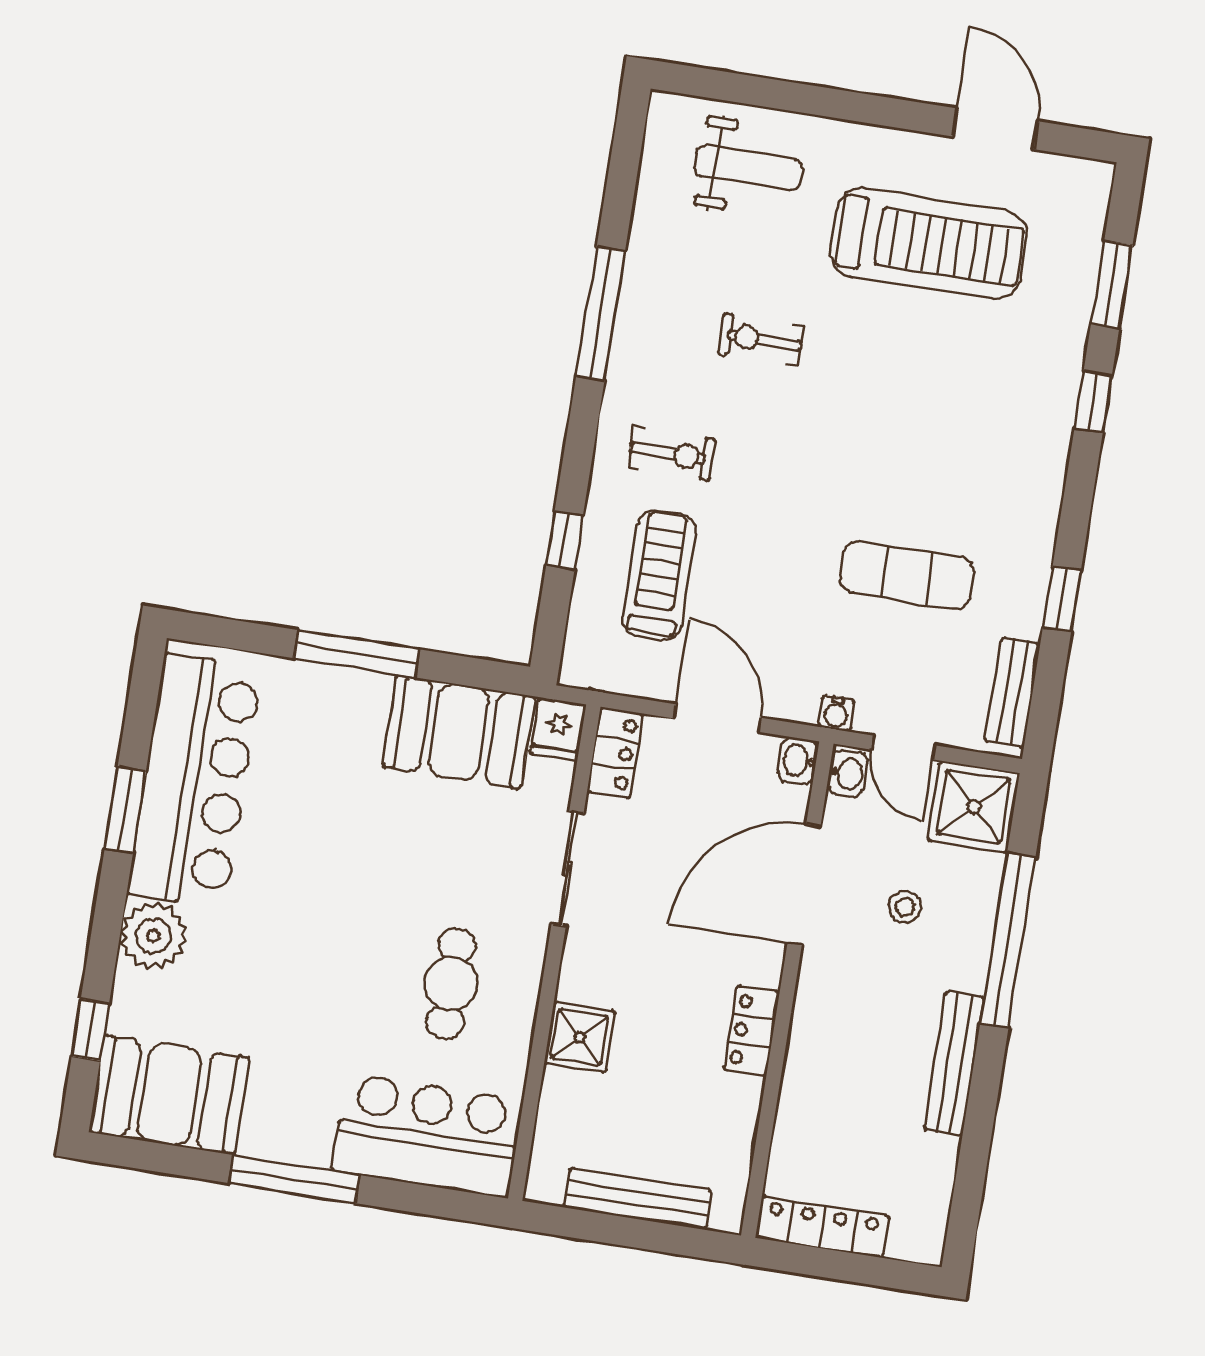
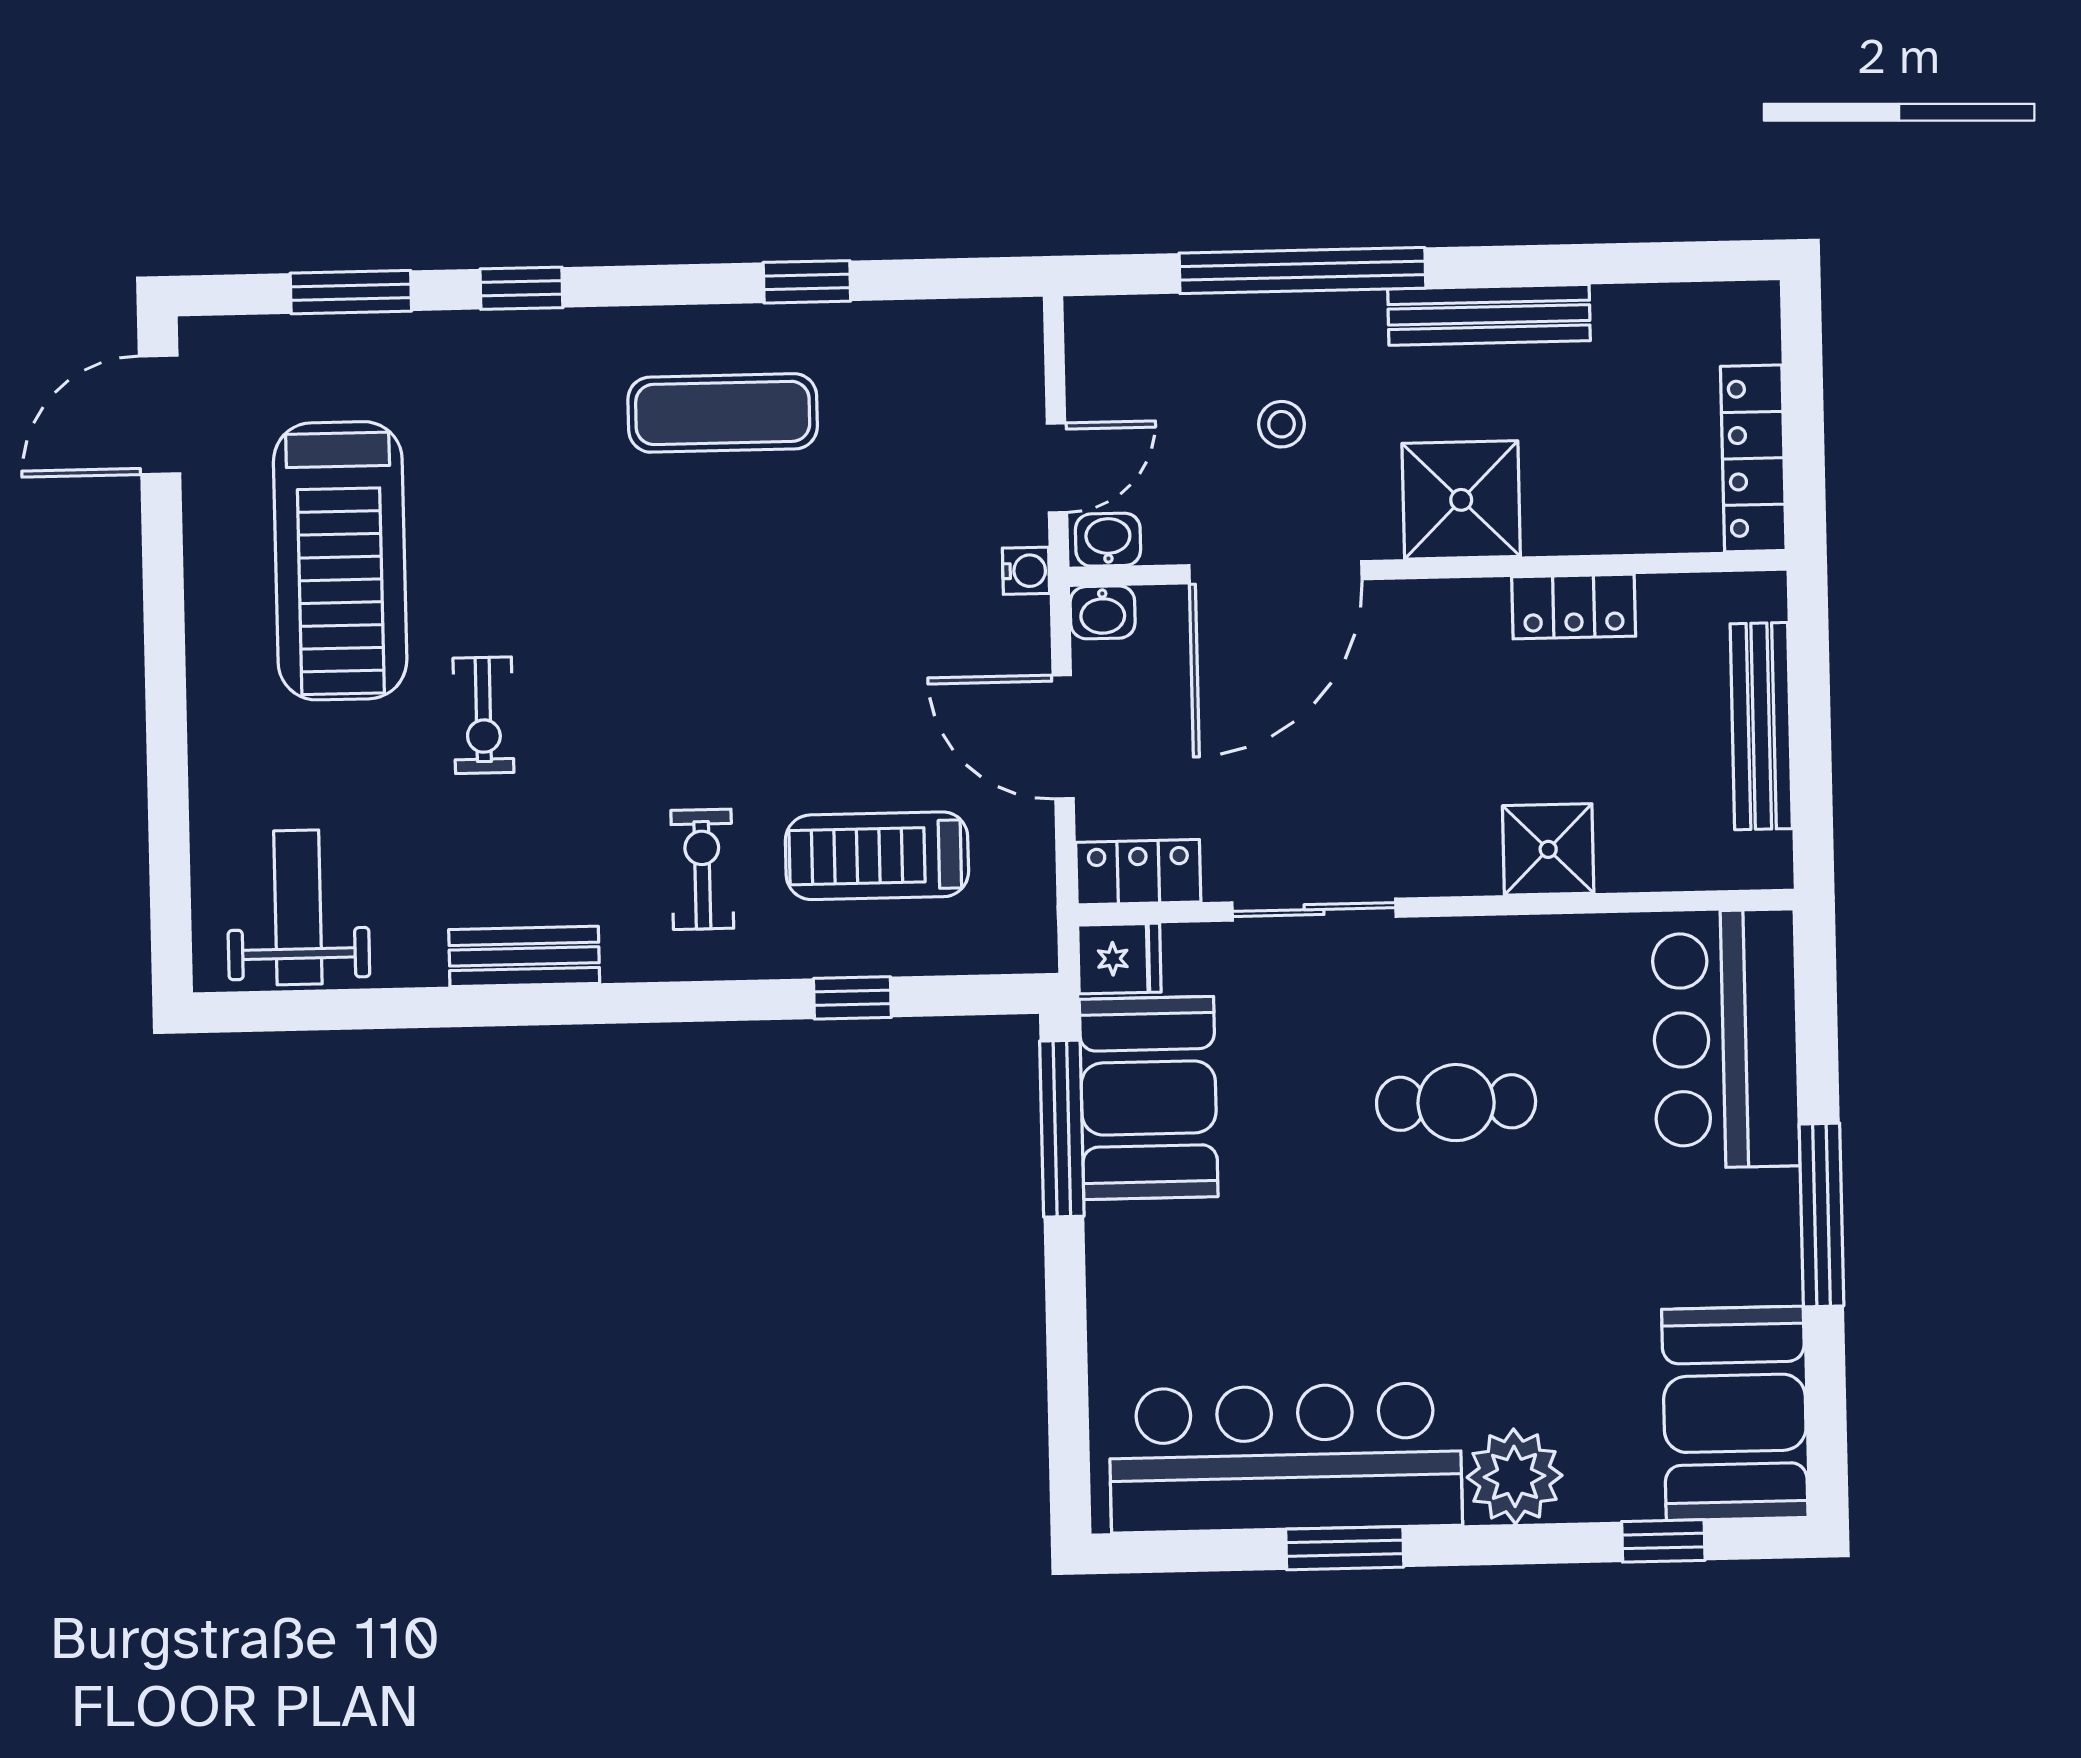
door: (995, 129) -> (159, 415), moved
weight bench: (748, 168) -> (298, 907), moved
treadmill: (929, 244) -> (340, 561), turned 180
window: (601, 313) -> (523, 1005), removed
exercise bike: (761, 340) -> (483, 715), moved
exercise mat: (907, 575) -> (723, 413), moved, turned 90
window: (357, 654) -> (1062, 1129), moved
bench: (1013, 692) -> (524, 956), moved
door: (717, 718) -> (1063, 737), hinge flipped
shower: (974, 807) -> (1461, 500), moved
door: (804, 884) -> (1275, 572), hinge flipped
cafe table: (451, 984) -> (1456, 1103), moved
locker: (752, 1031) -> (1574, 607), moved

